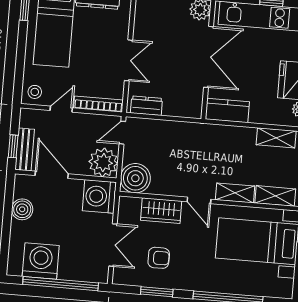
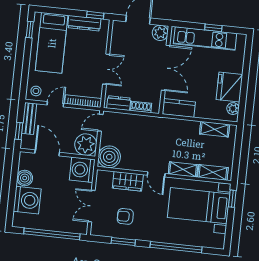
shoe rack: (177, 110) -> (141, 107), added
bench: (25, 149) -> (29, 119), moved
double door: (113, 245) -> (91, 206), swing flipped
armchair: (159, 258) -> (125, 216), turned 180
washing machine: (41, 261) -> (27, 200), moved, turned 90

